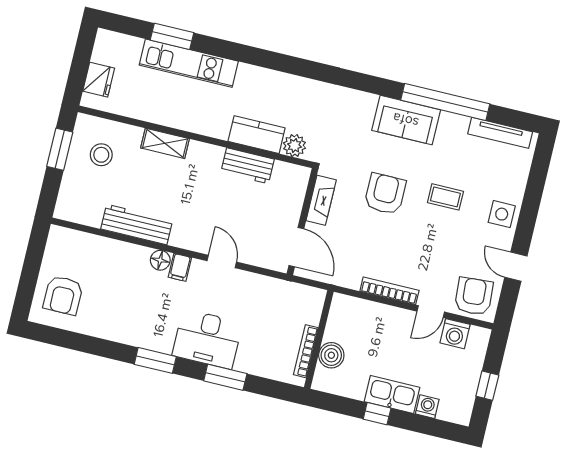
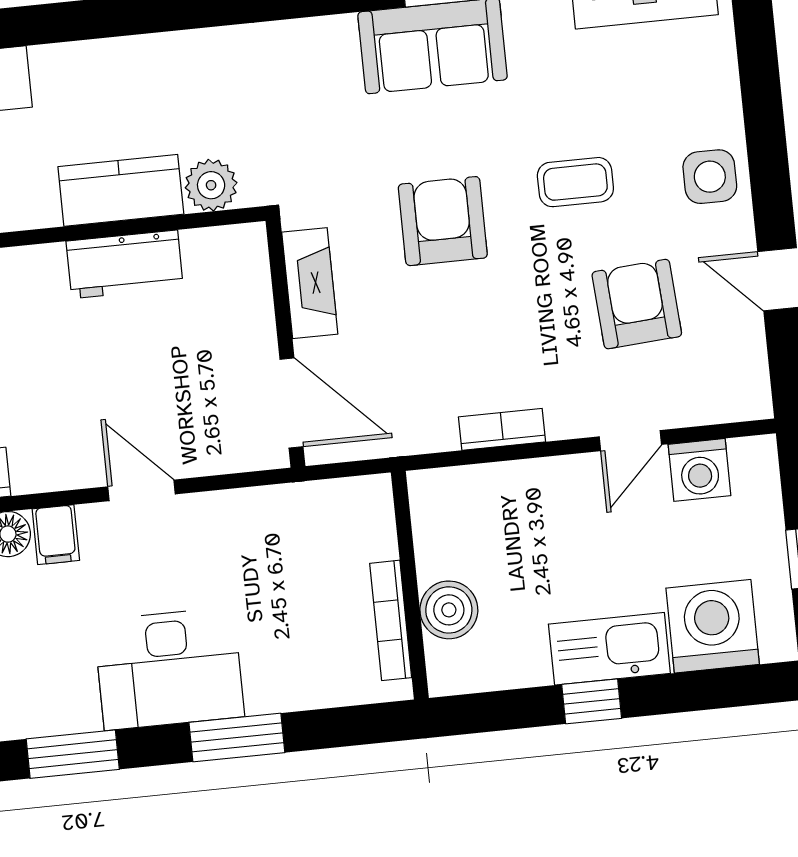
bookcase: (389, 291) -> (502, 429), width x0.64
armchair: (474, 296) -> (637, 304), moved
washing machine: (427, 407) -> (713, 626), width x1.89, depth x1.89

